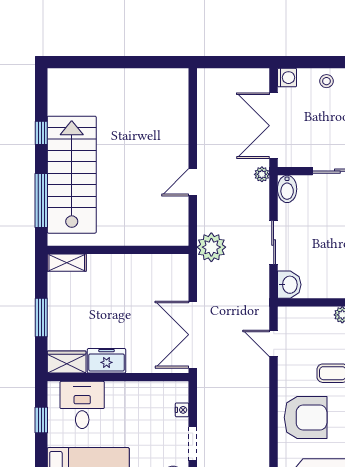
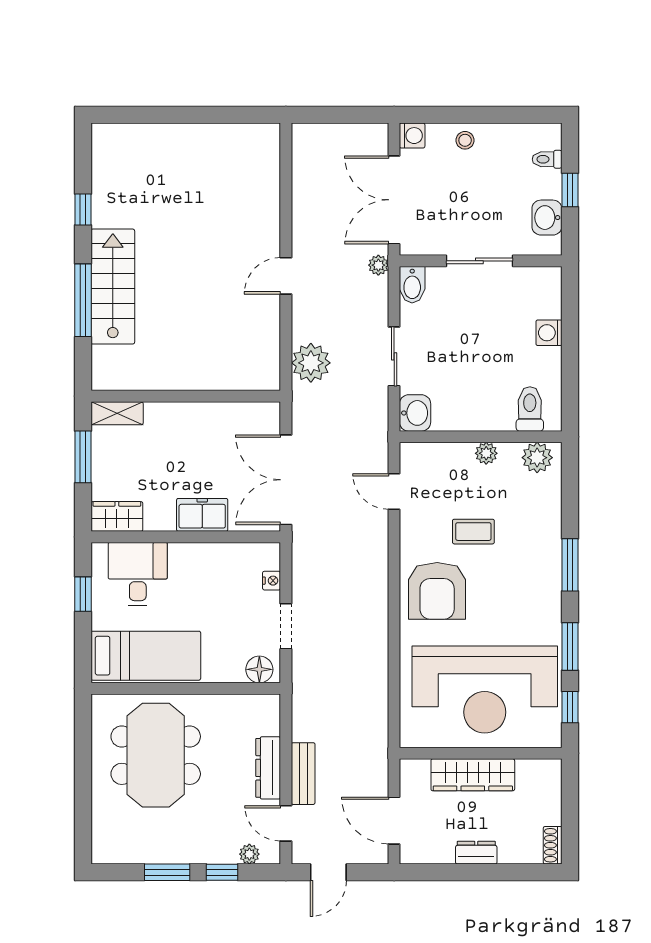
stairs: (72, 175) -> (113, 287), width x0.73, depth x0.66
wall: (118, 250) -> (186, 396), moved
shelving: (67, 263) -> (117, 413), moved
freezer: (106, 361) -> (202, 515), moved
armchair: (306, 418) -> (437, 591), turned 90

